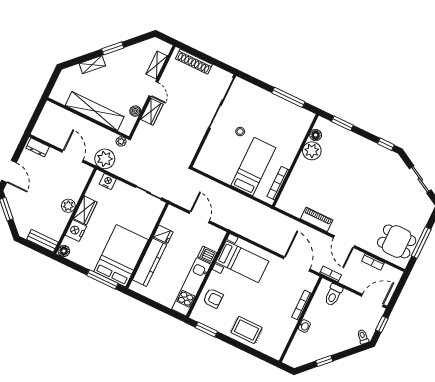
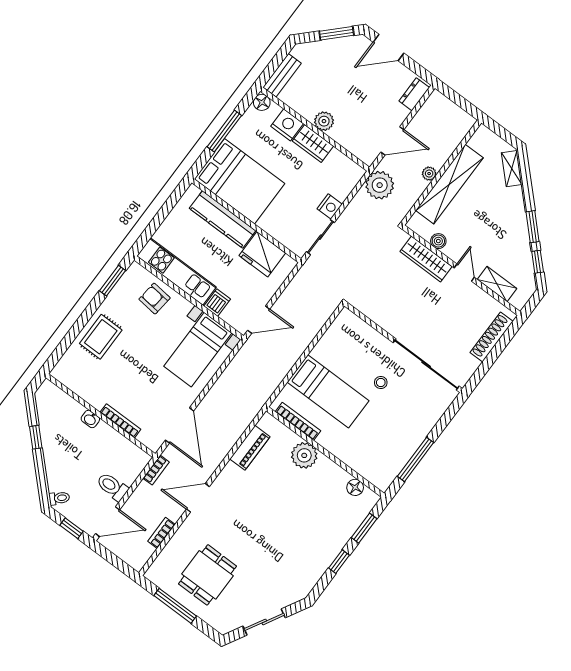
window: (136, 40) -> (538, 262), added
shelving: (92, 65) -> (512, 169), moved
door: (153, 89) -> (464, 273), swing flipped
wardrobe: (152, 112) -> (426, 259), width x1.50
plant: (121, 141) -> (429, 174), moved
window: (386, 144) -> (339, 562), moved
plant: (312, 151) -> (304, 455), moved
nightstand: (108, 181) -> (330, 206), moved
door: (199, 217) -> (259, 320), moved
piano: (317, 219) -> (250, 448), moved
fridge: (163, 234) -> (262, 254), width x1.88, depth x1.34
dining table: (397, 241) -> (207, 575), moved
door: (297, 264) -> (179, 425), hinge flipped
window: (102, 279) -> (224, 131), moved
toilet: (333, 295) -> (112, 487), moved
armchair: (213, 298) -> (154, 299), turned 96
door: (372, 300) -> (108, 522), hinge flipped

